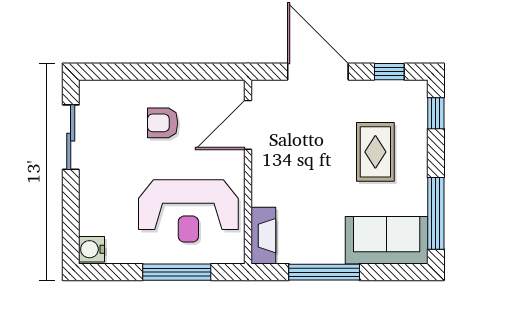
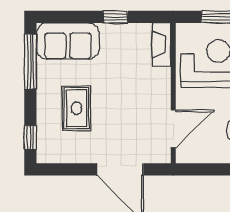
window: (389, 72) -> (66, 169), removed
window: (324, 272) -> (115, 17), width x0.46

